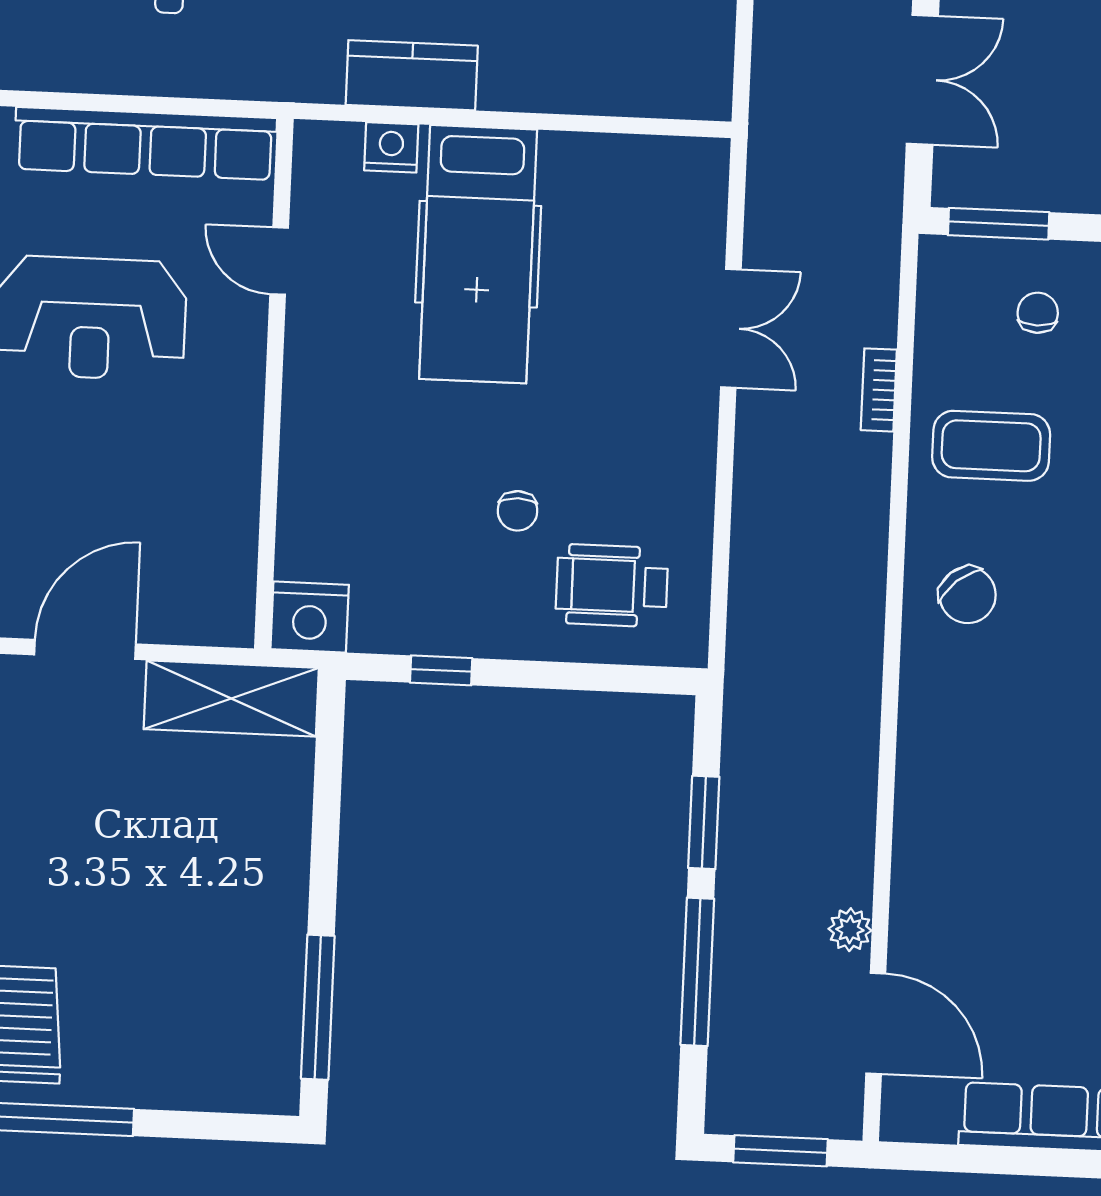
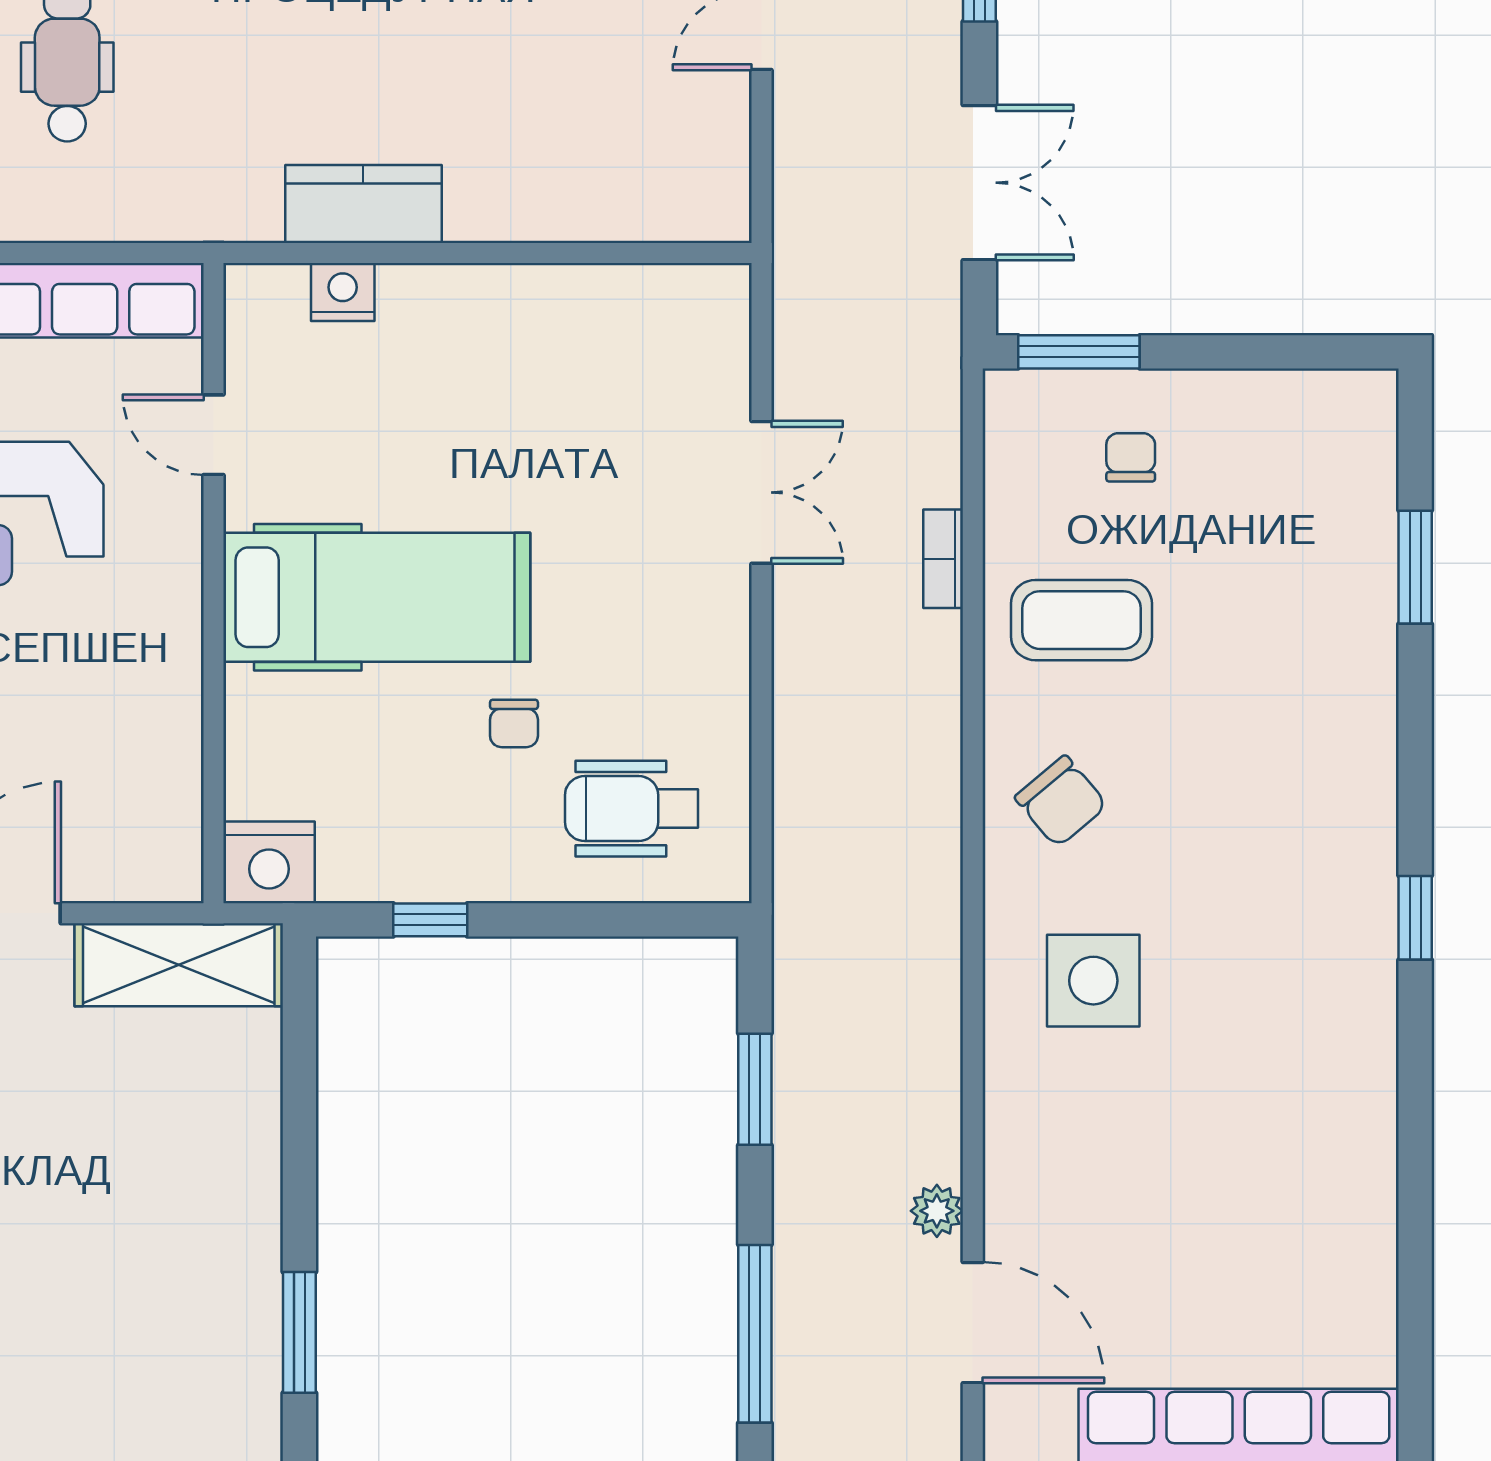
hospital bed: (478, 254) -> (377, 597), moved, turned -90
side table: (988, 745) -> (1093, 981), added
window: (697, 972) -> (755, 1334), moved
window: (318, 1007) -> (299, 1332), width x0.69

